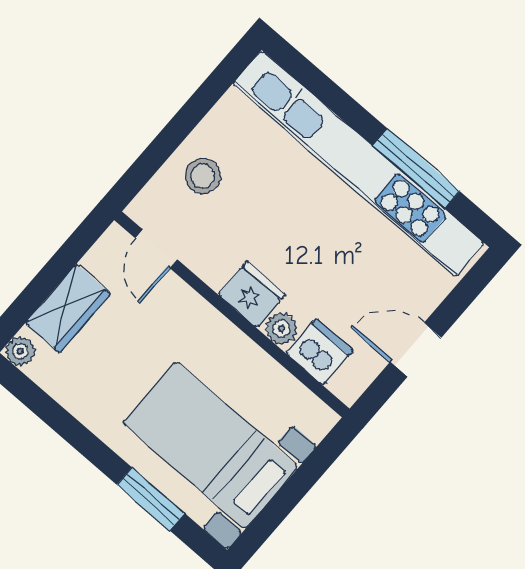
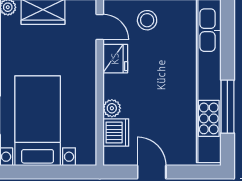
door: (156, 249) -> (100, 27), swing flipped
fridge: (252, 294) -> (115, 59), moved

